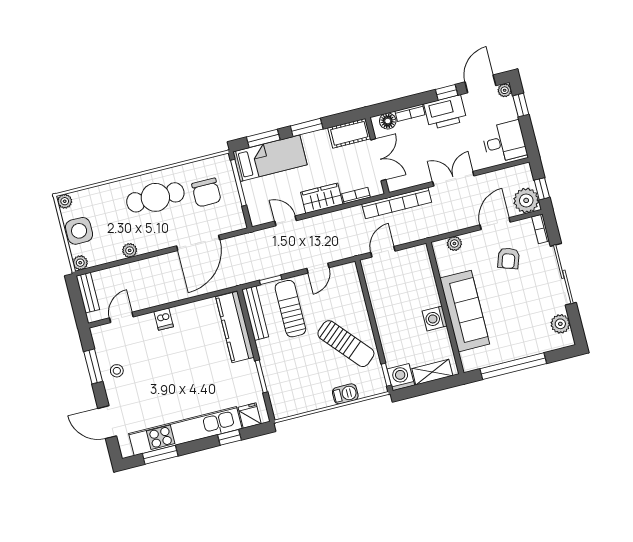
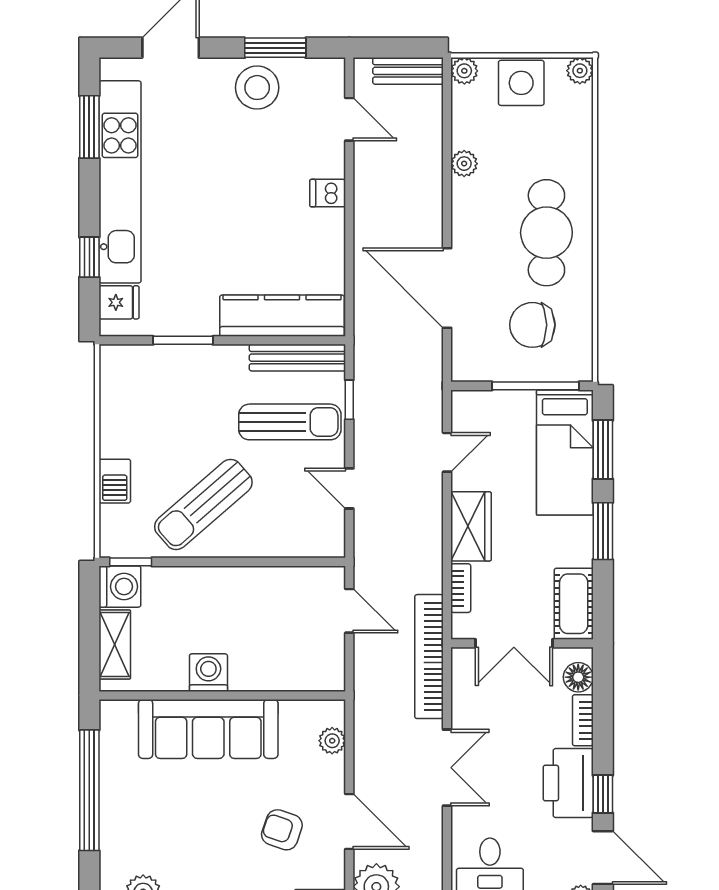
stool: (117, 371) -> (257, 88), width x1.89, depth x1.89

